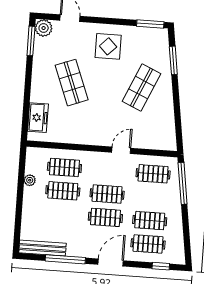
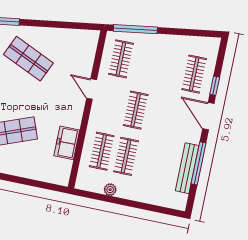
freezer: (38, 118) -> (67, 143), moved, turned -90
clothes rail: (105, 217) -> (160, 115), removed
clothes rail: (150, 221) -> (170, 69), removed
bench: (42, 248) -> (187, 168), moved
window: (161, 266) -> (215, 86), moved

